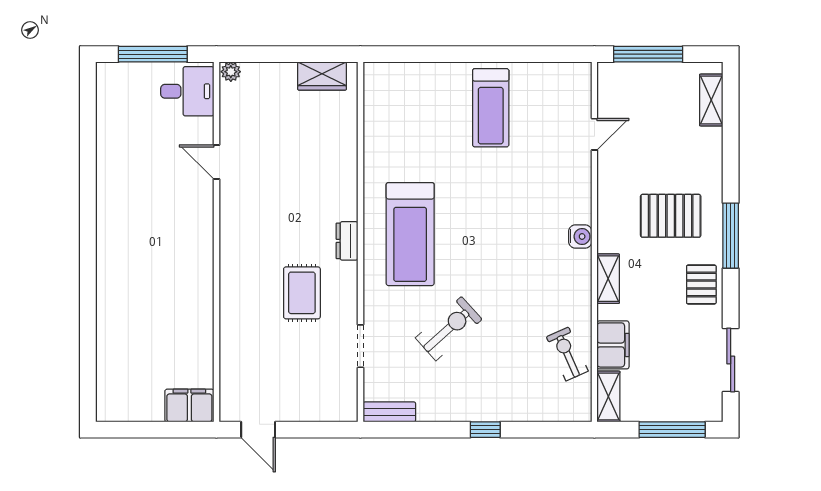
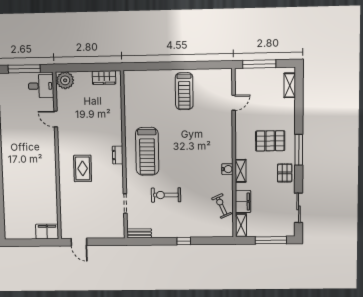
plant: (231, 72) -> (65, 80), width x1.88, depth x1.88
water cooler: (580, 236) -> (227, 169), moved
rug: (302, 293) -> (83, 168), moved
exercise bike: (449, 329) -> (166, 195), turned -138

